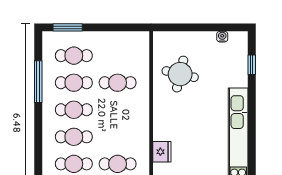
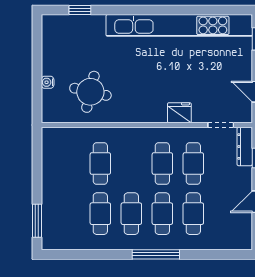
water cooler: (222, 37) -> (48, 82), moved
cafe table: (74, 56) -> (162, 163), moved
window: (38, 82) -> (156, 254), moved

